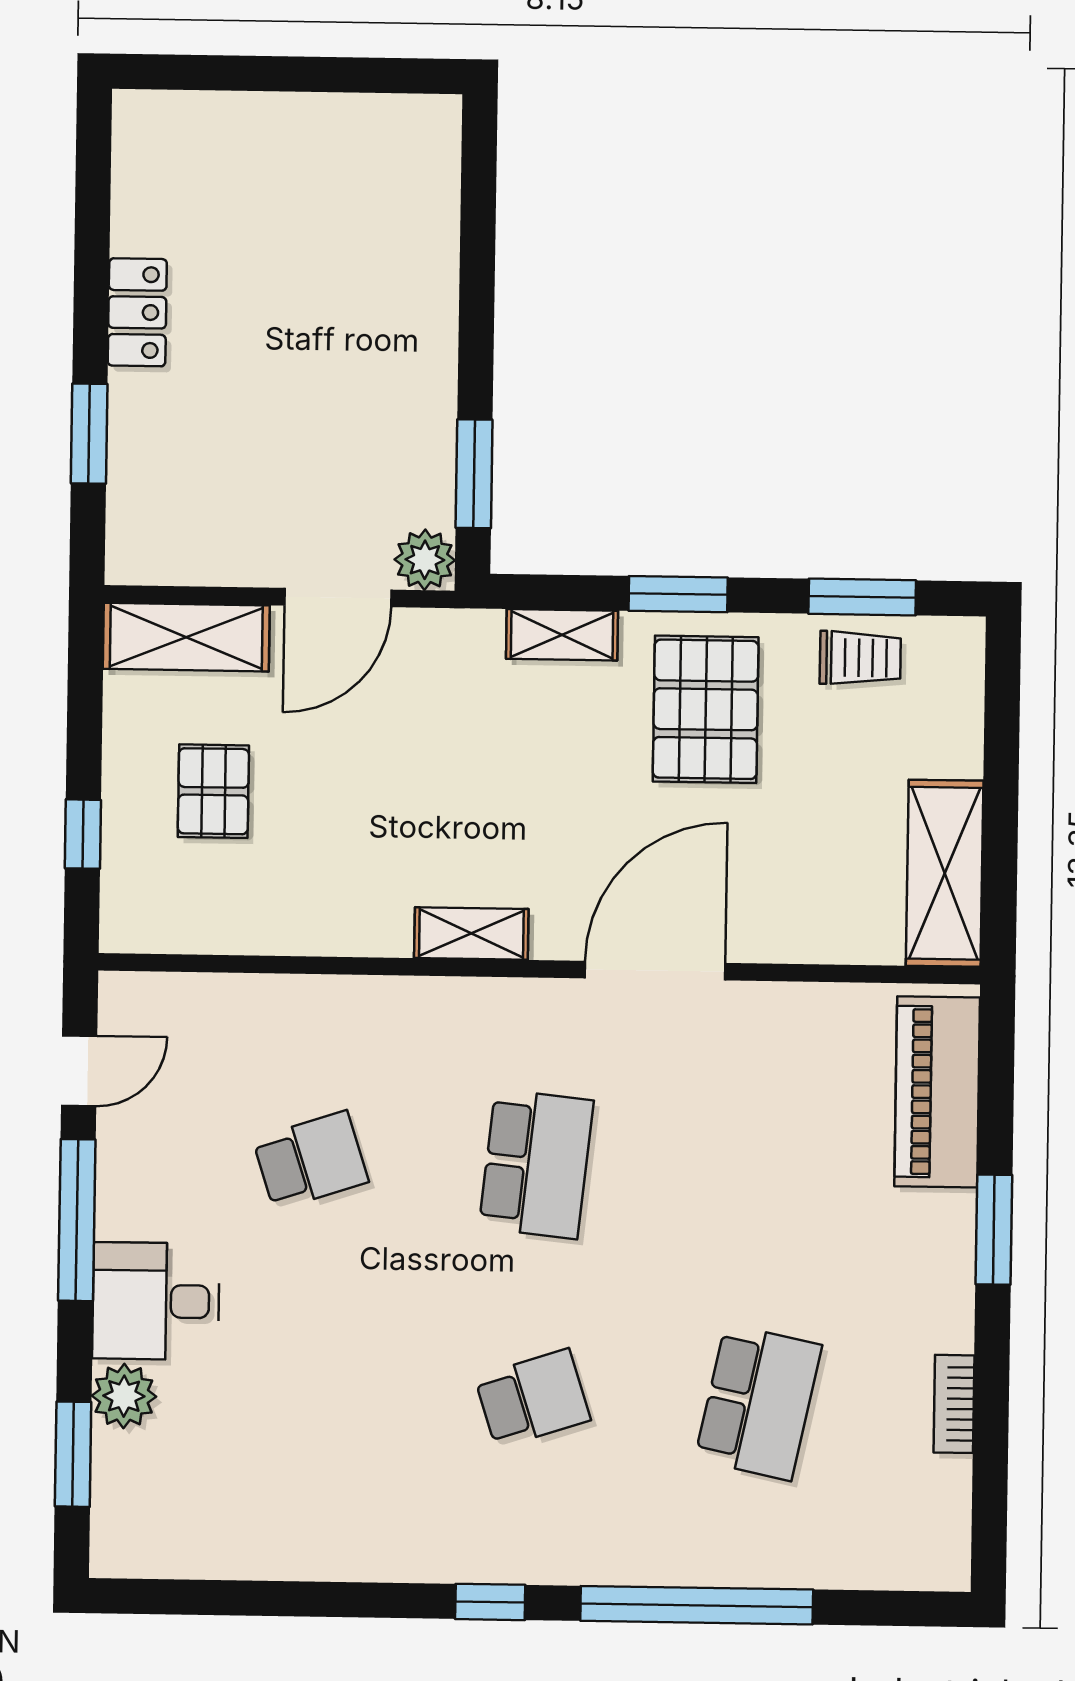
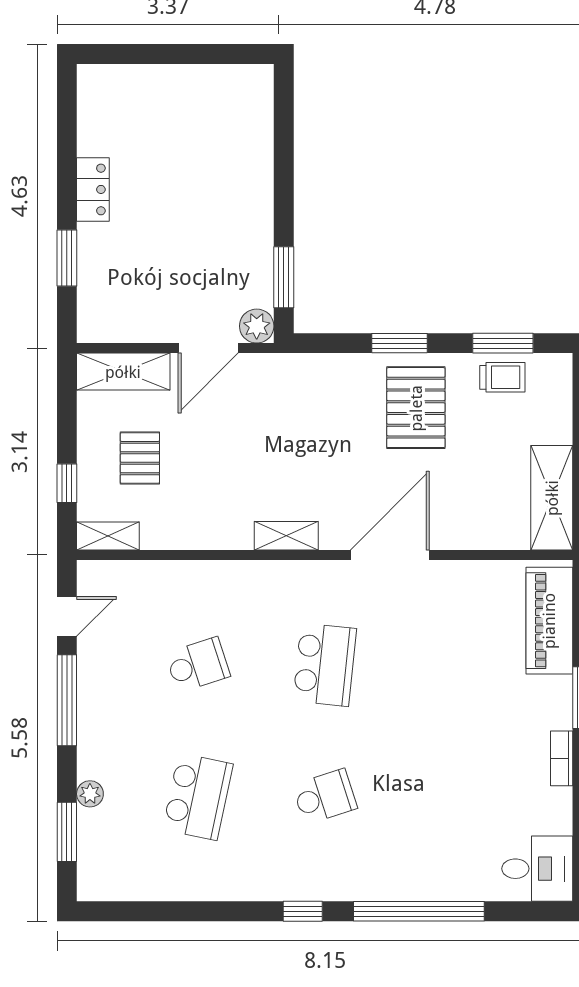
shelving: (562, 635) -> (108, 536), moved
desk: (156, 1301) -> (537, 869), moved, turned 180
plant: (124, 1396) -> (90, 794), width x0.73, depth x0.73
school desk: (758, 1402) -> (198, 797), moved
bookcase: (954, 1404) -> (562, 758), moved

